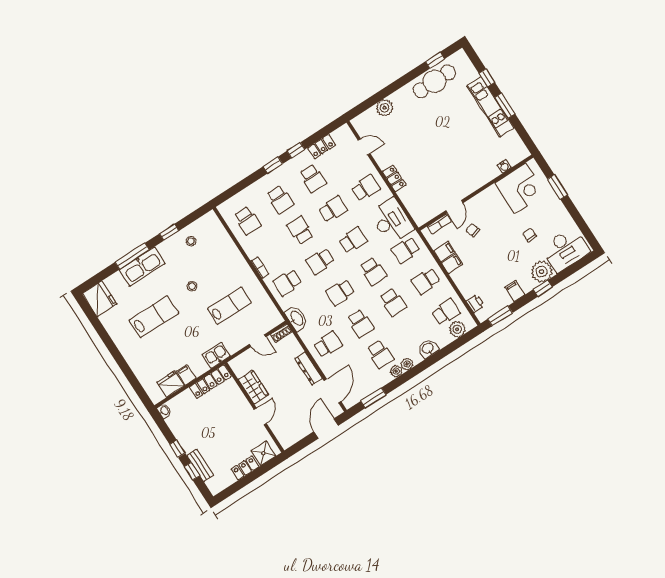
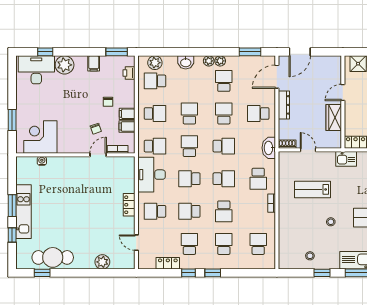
chair: (530, 235) -> (108, 102), moved
school desk: (288, 283) -> (258, 179), turned 90
window: (543, 288) -> (45, 52), moved

